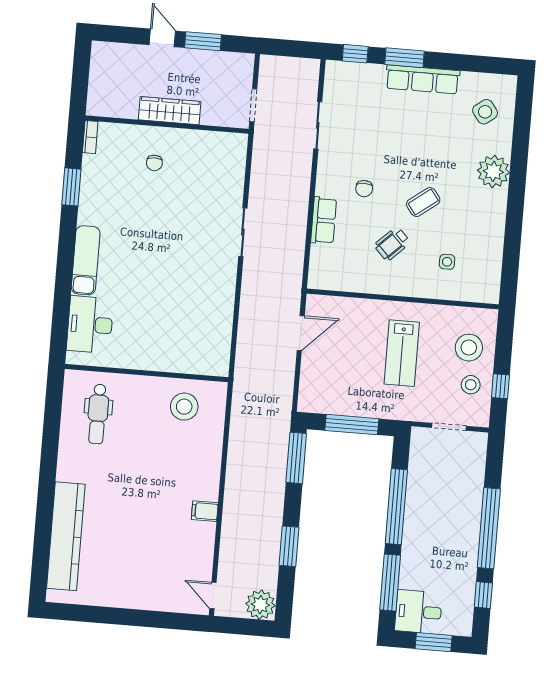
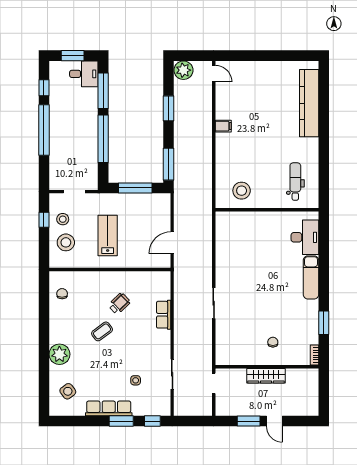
chair: (364, 189) -> (62, 294), moved
side table: (447, 262) -> (136, 380), moved

